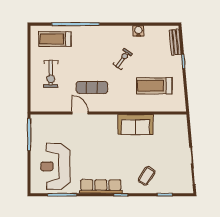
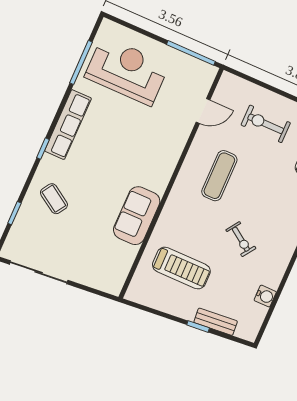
water cooler: (138, 31) -> (265, 296), moved
bench: (175, 42) -> (216, 322), moved
treadmill: (154, 86) -> (181, 268), turned 90
door: (80, 113) -> (203, 111), moved

